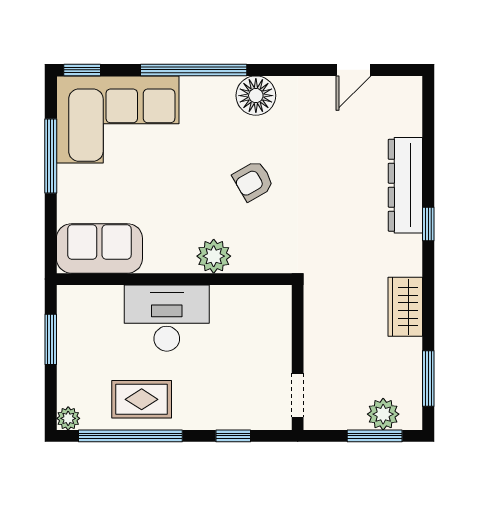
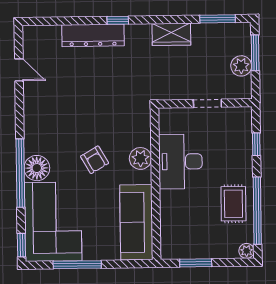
floor lamp: (256, 96) -> (37, 168), moved
armchair: (253, 181) -> (95, 160), moved
sofa: (99, 248) -> (136, 222), width x1.36
desk: (167, 318) -> (180, 161), moved
doorway: (298, 395) -> (207, 103), moved
plant: (383, 414) -> (241, 66), moved

